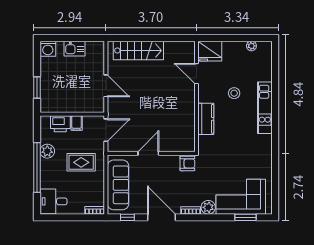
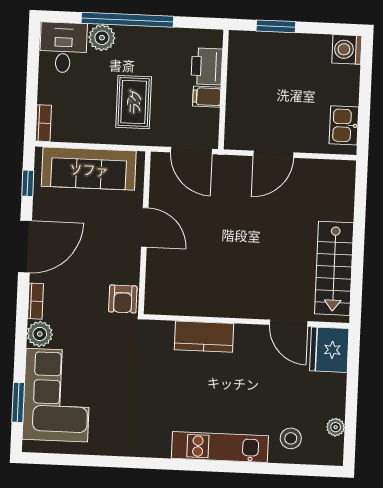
kitchen sink: (75, 49) -> (344, 125), moved
stairs: (138, 50) -> (334, 268), moved
door: (196, 74) -> (289, 323), swing flipped
stool: (234, 93) -> (291, 438), moved
plant: (47, 151) -> (102, 38), moved

